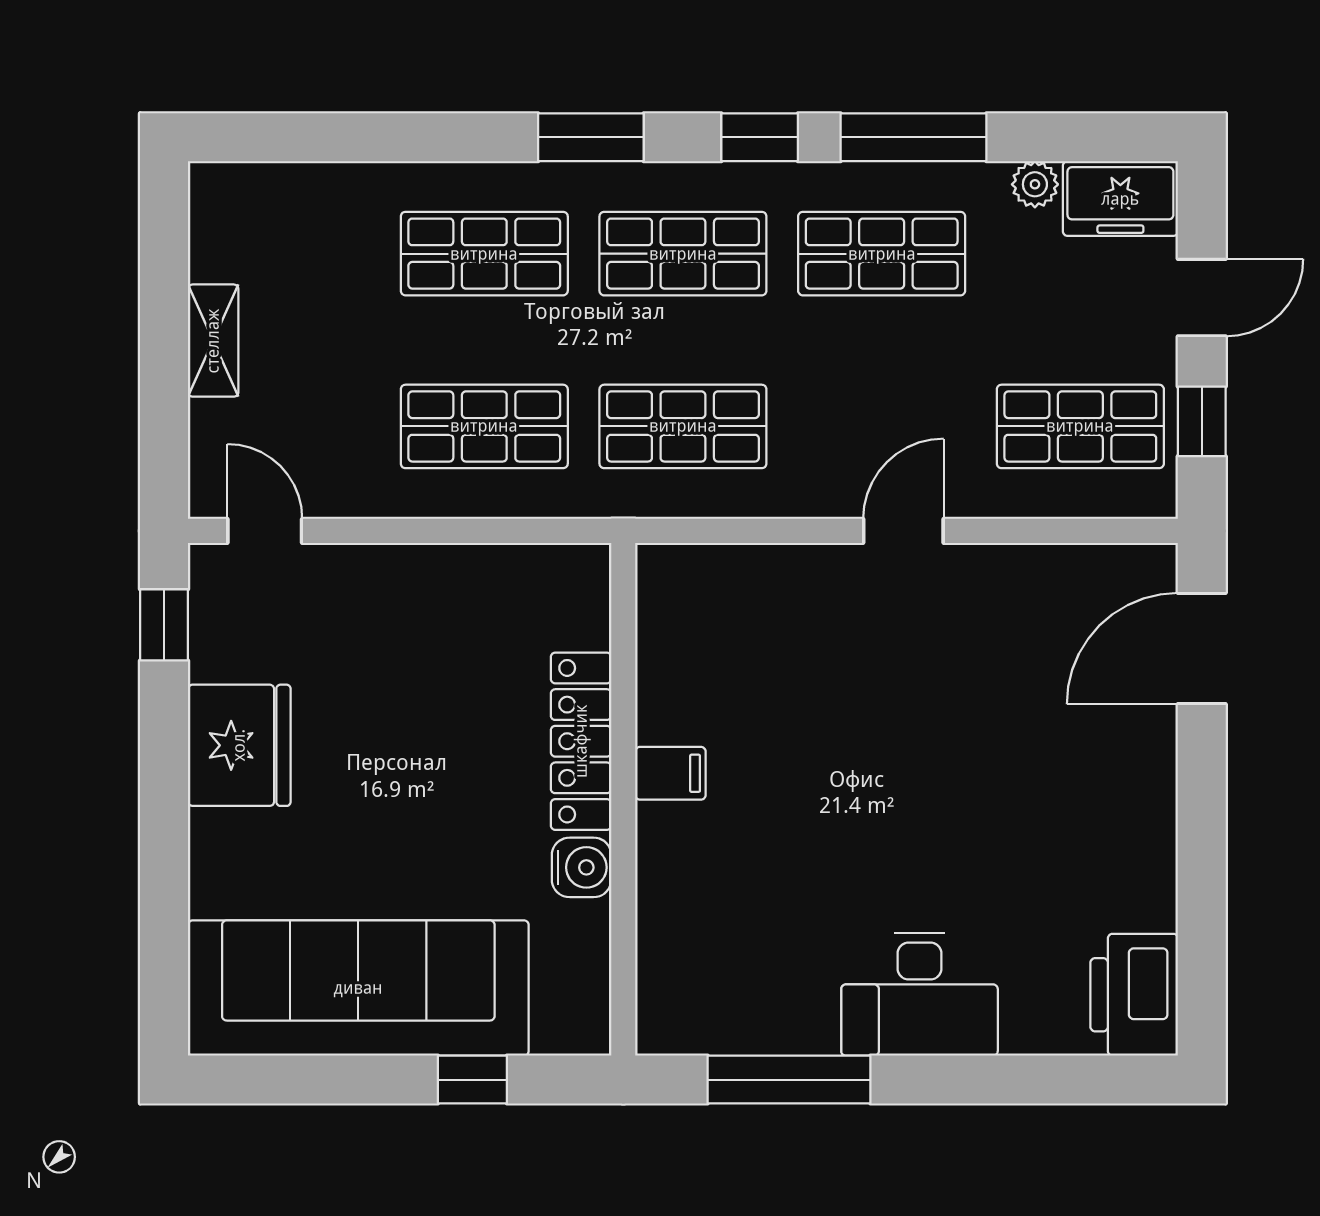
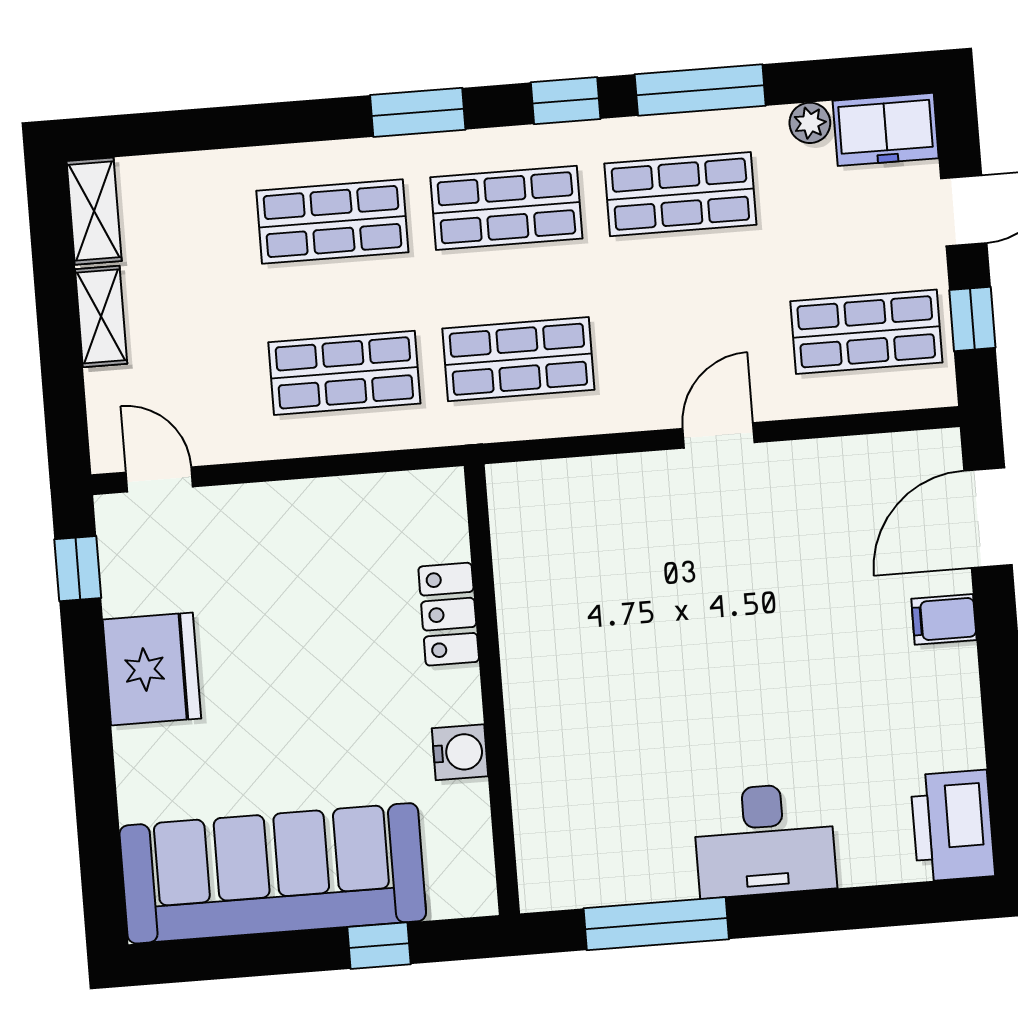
shelving: (215, 220) -> (94, 211), added
locker: (581, 741) -> (449, 614), width x0.66
filing cabinet: (670, 773) -> (944, 619), moved, turned 180

